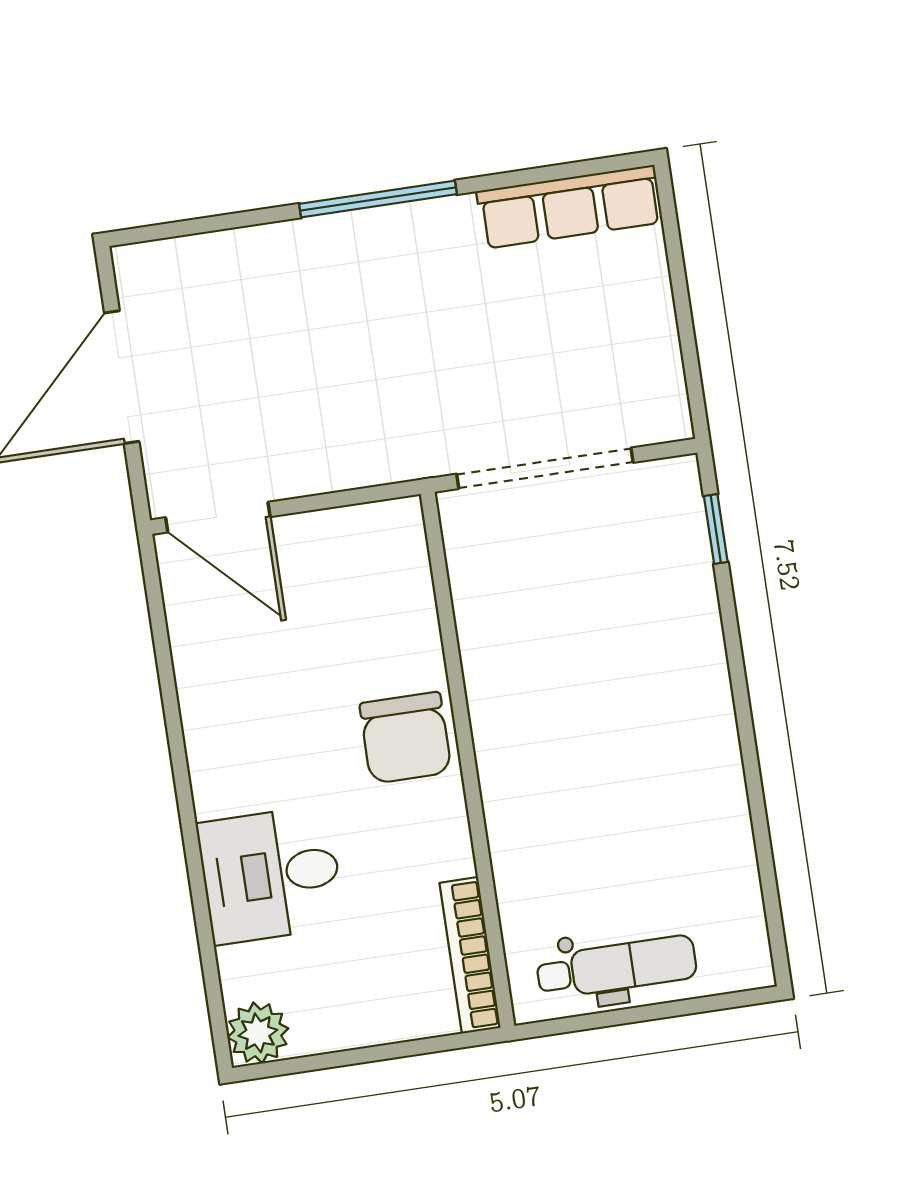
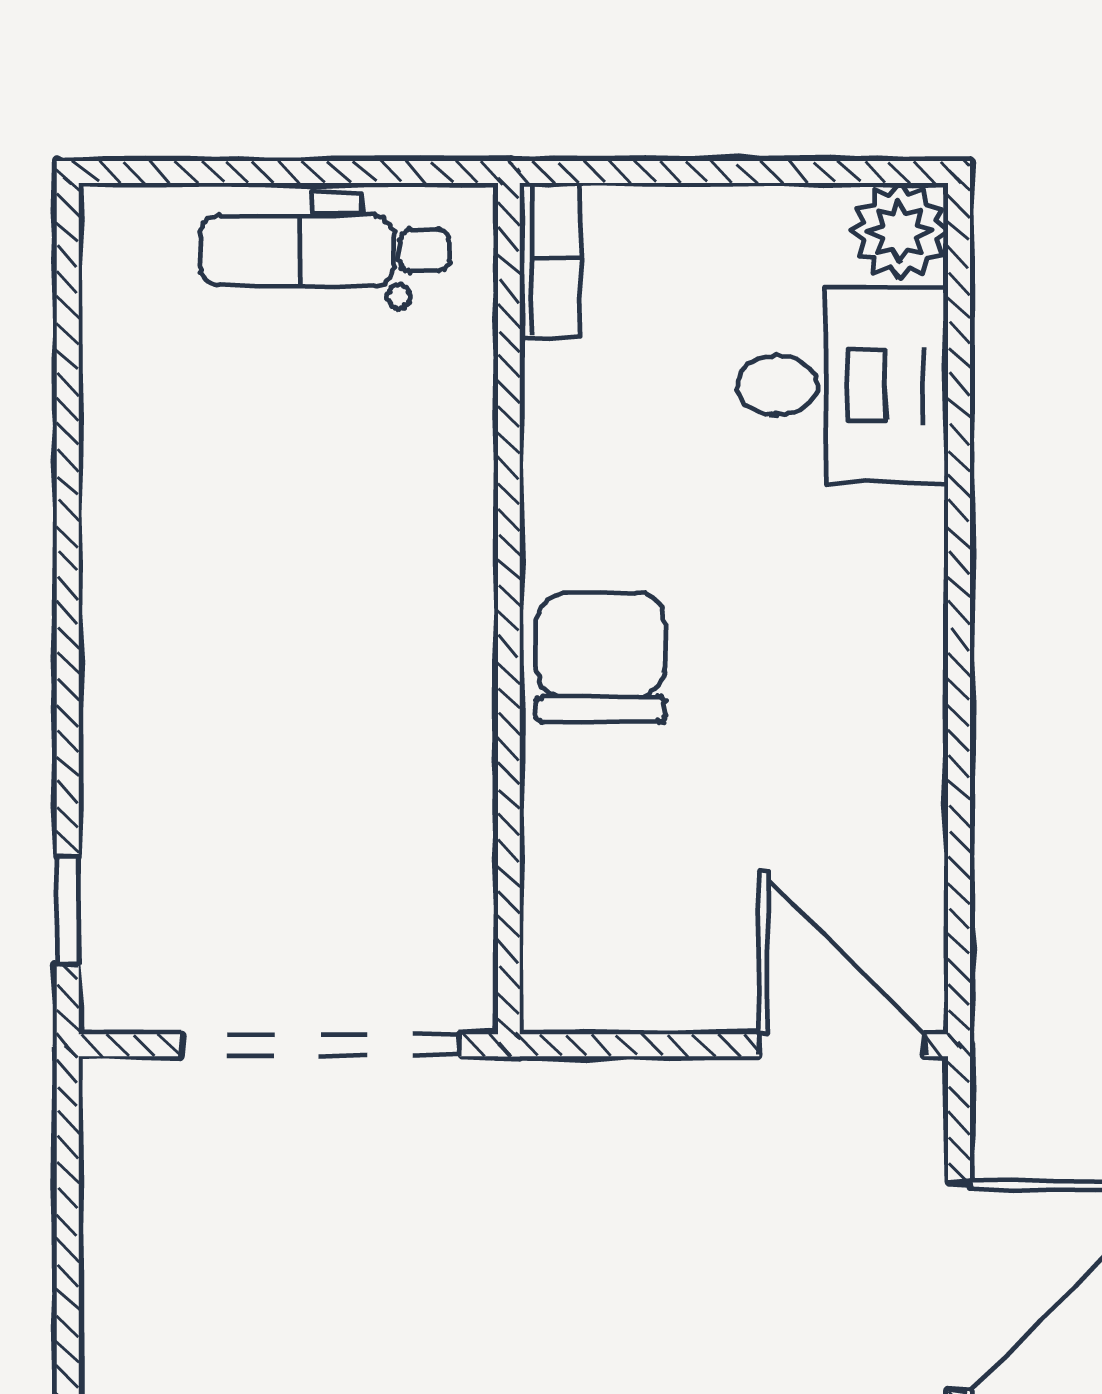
desk: (271, 875) -> (842, 385), moved
bookcase: (470, 955) -> (550, 260), width x0.64

